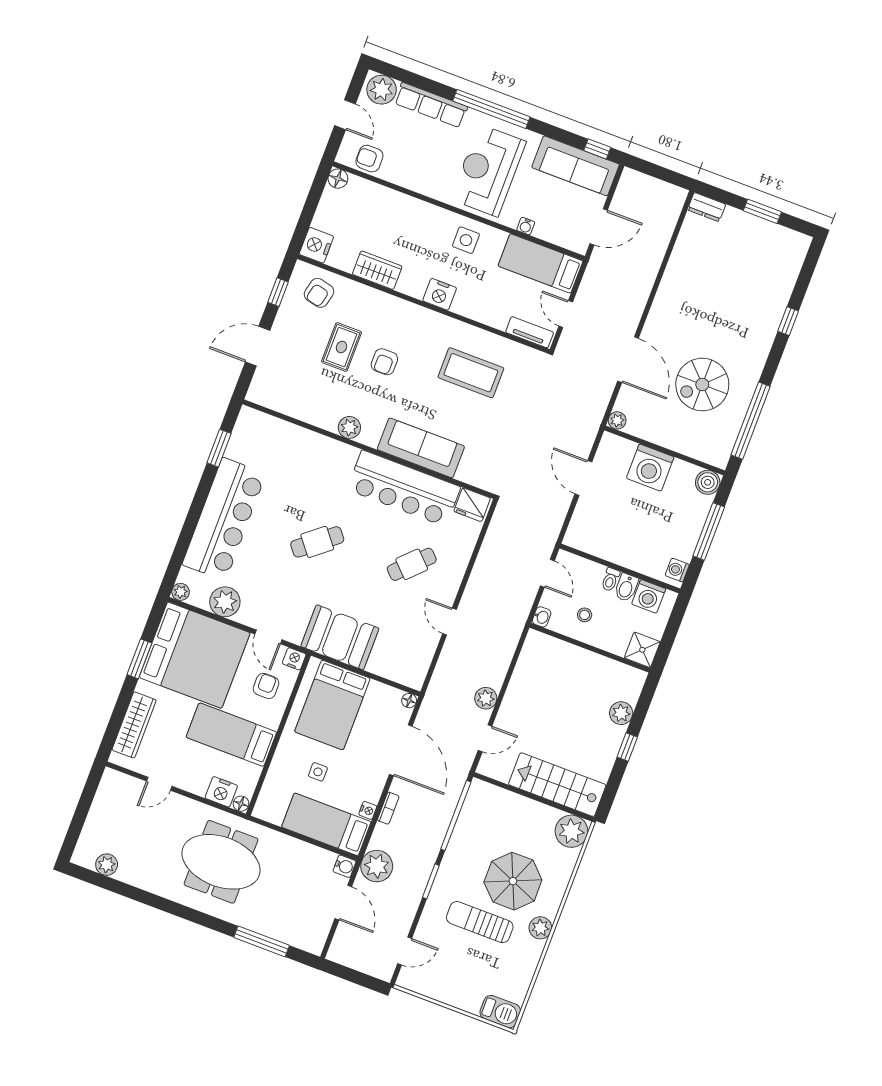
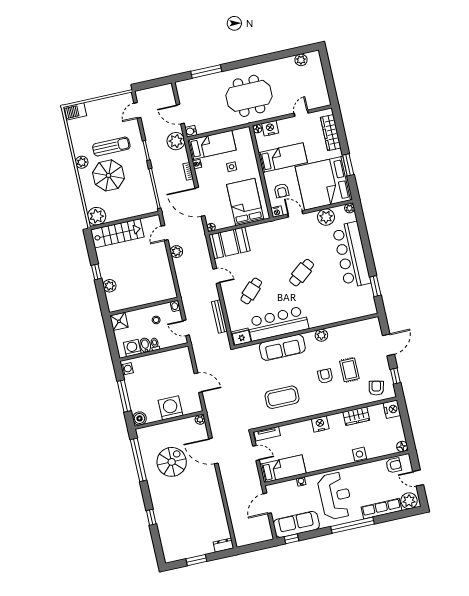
side table: (466, 240) -> (359, 454), moved
bench: (485, 557) -> (219, 317), added
booth: (340, 637) -> (229, 243), moved

